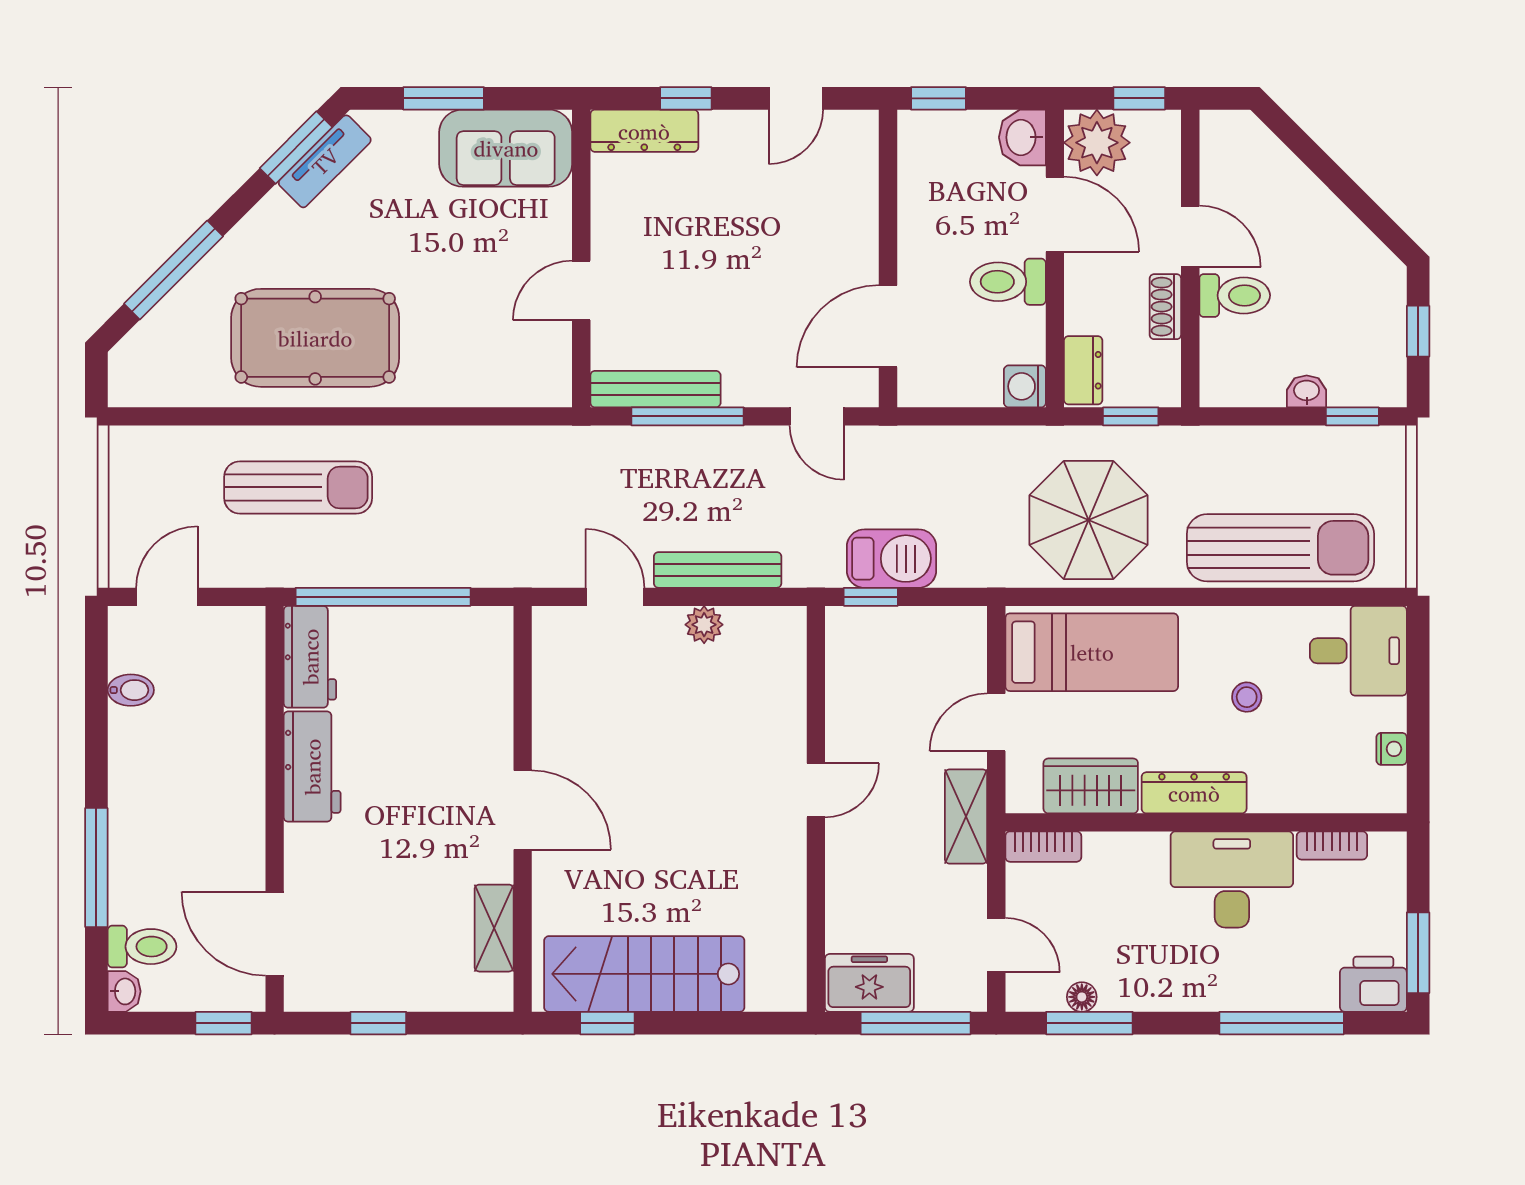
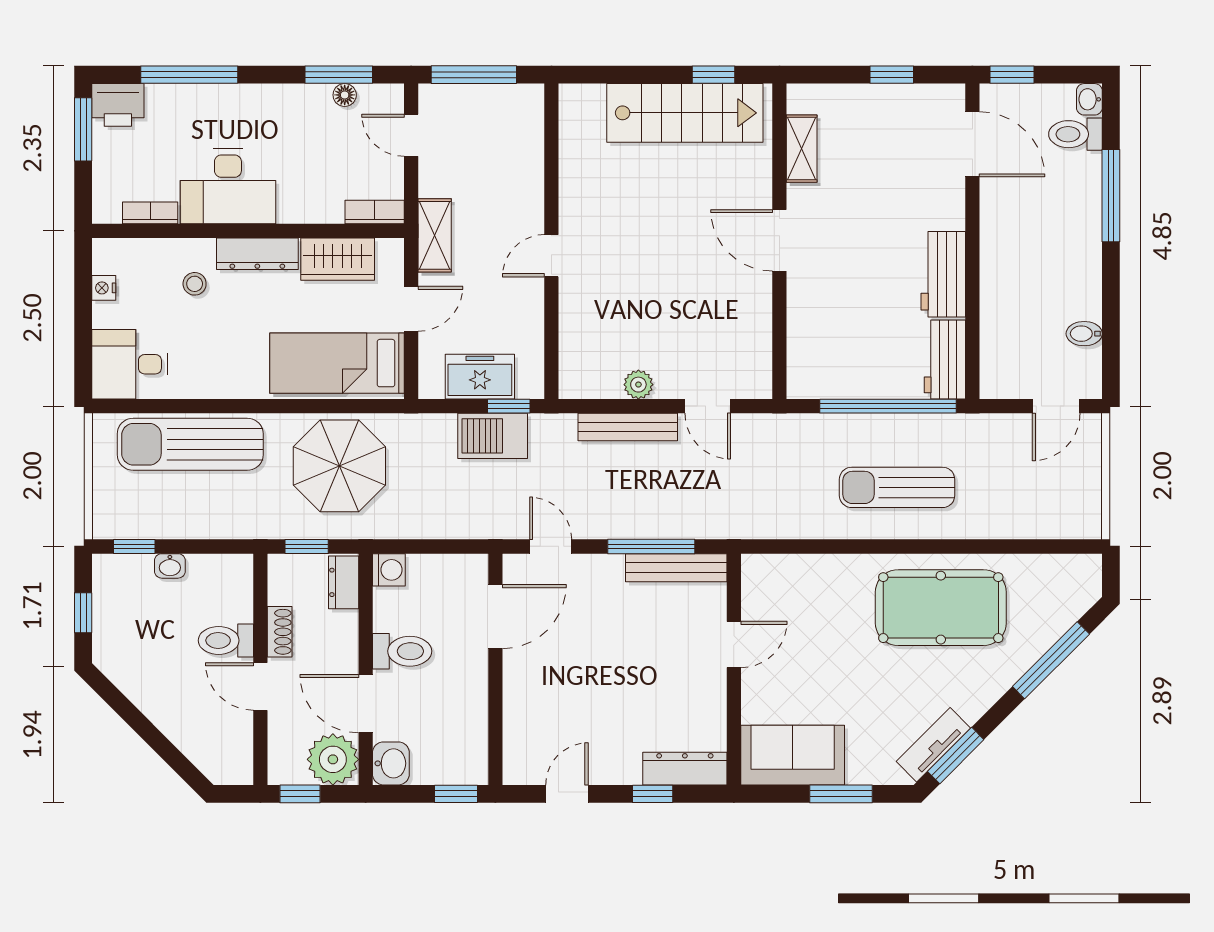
sun lounger: (298, 487) -> (897, 487), moved
stool: (1247, 697) -> (195, 284), moved
freezer: (869, 983) -> (480, 377), moved, turned 180

